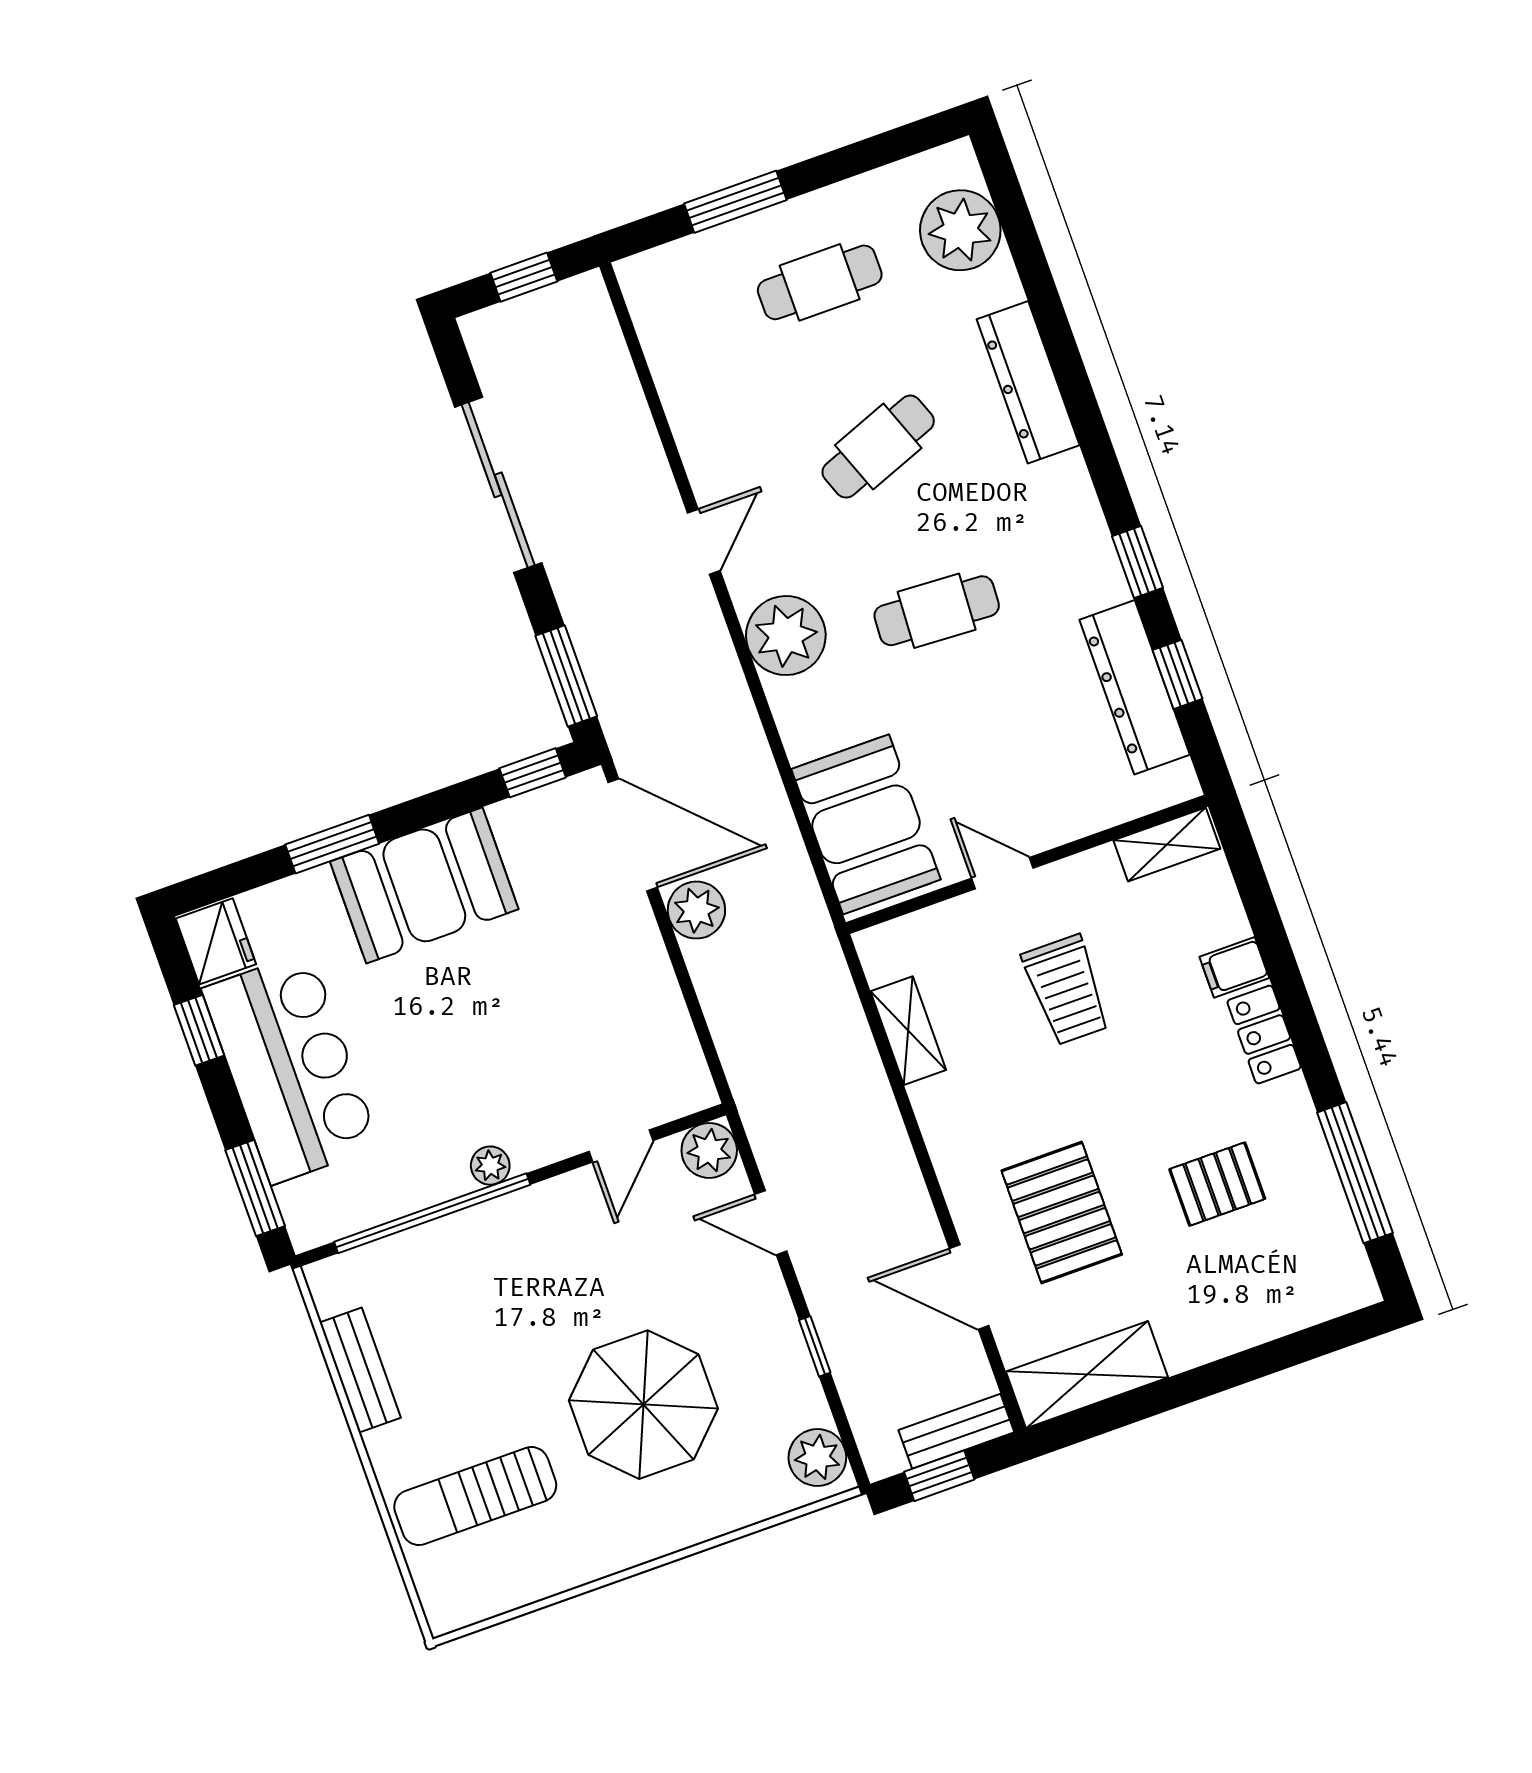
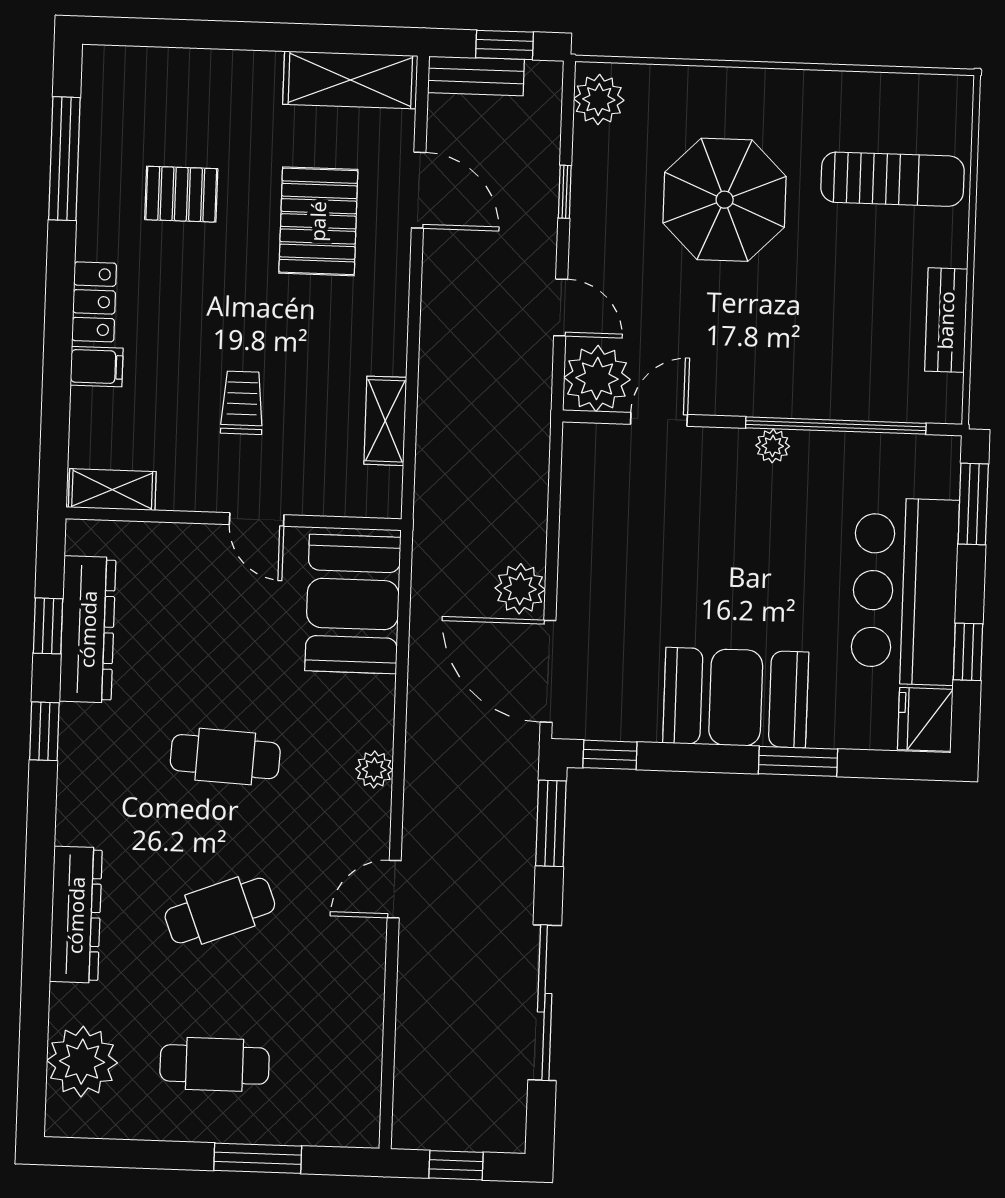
plant: (786, 636) -> (374, 769), width x0.53, depth x0.53
trolley: (1066, 990) -> (242, 403), width x0.73, depth x0.72
plant: (709, 1150) -> (597, 378), width x1.36, depth x1.36

